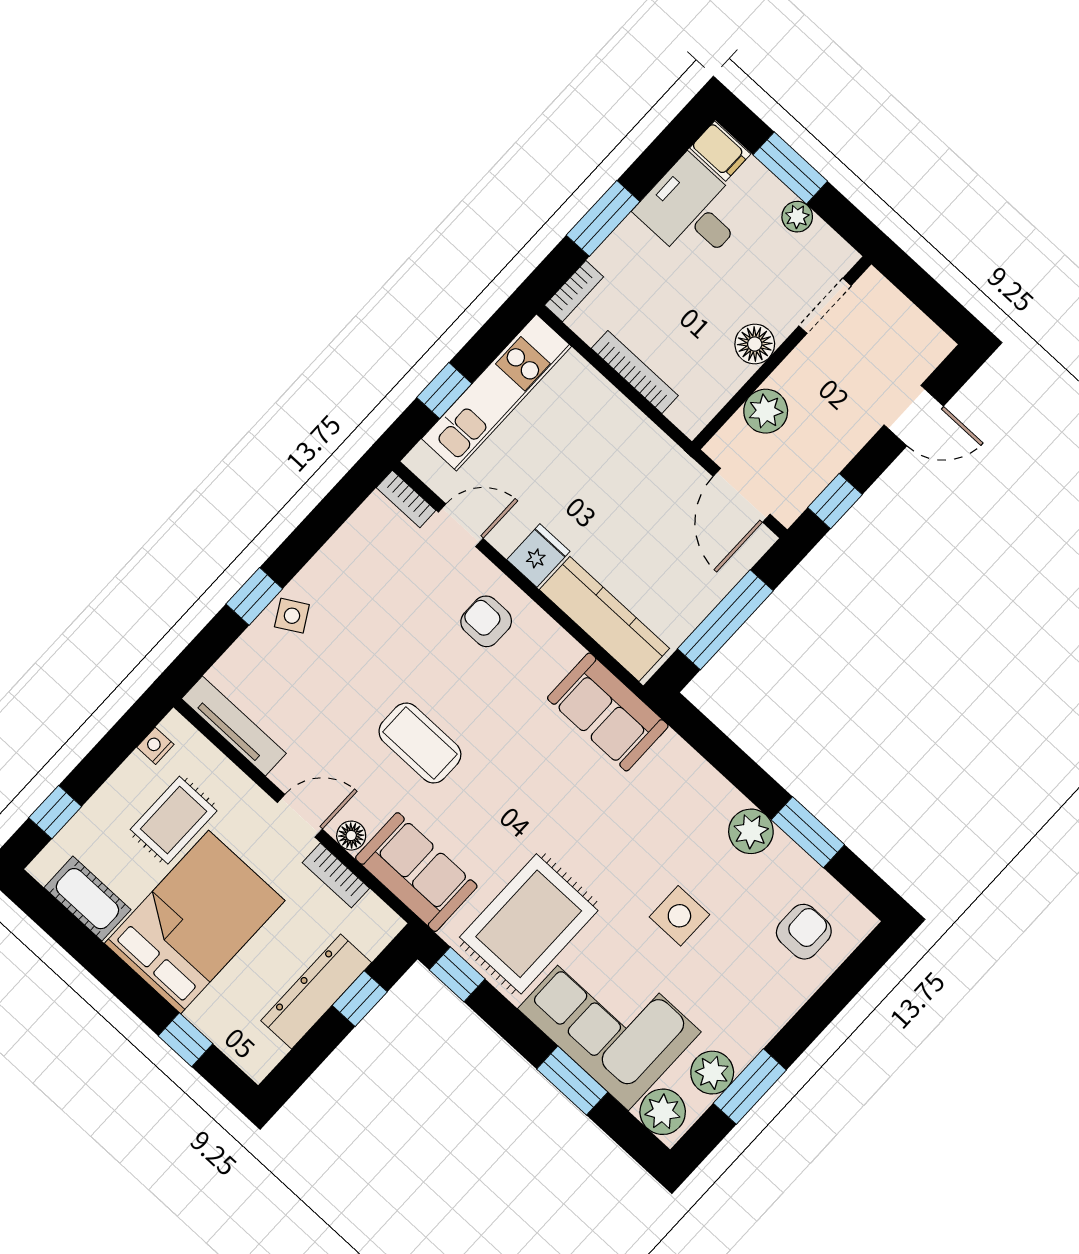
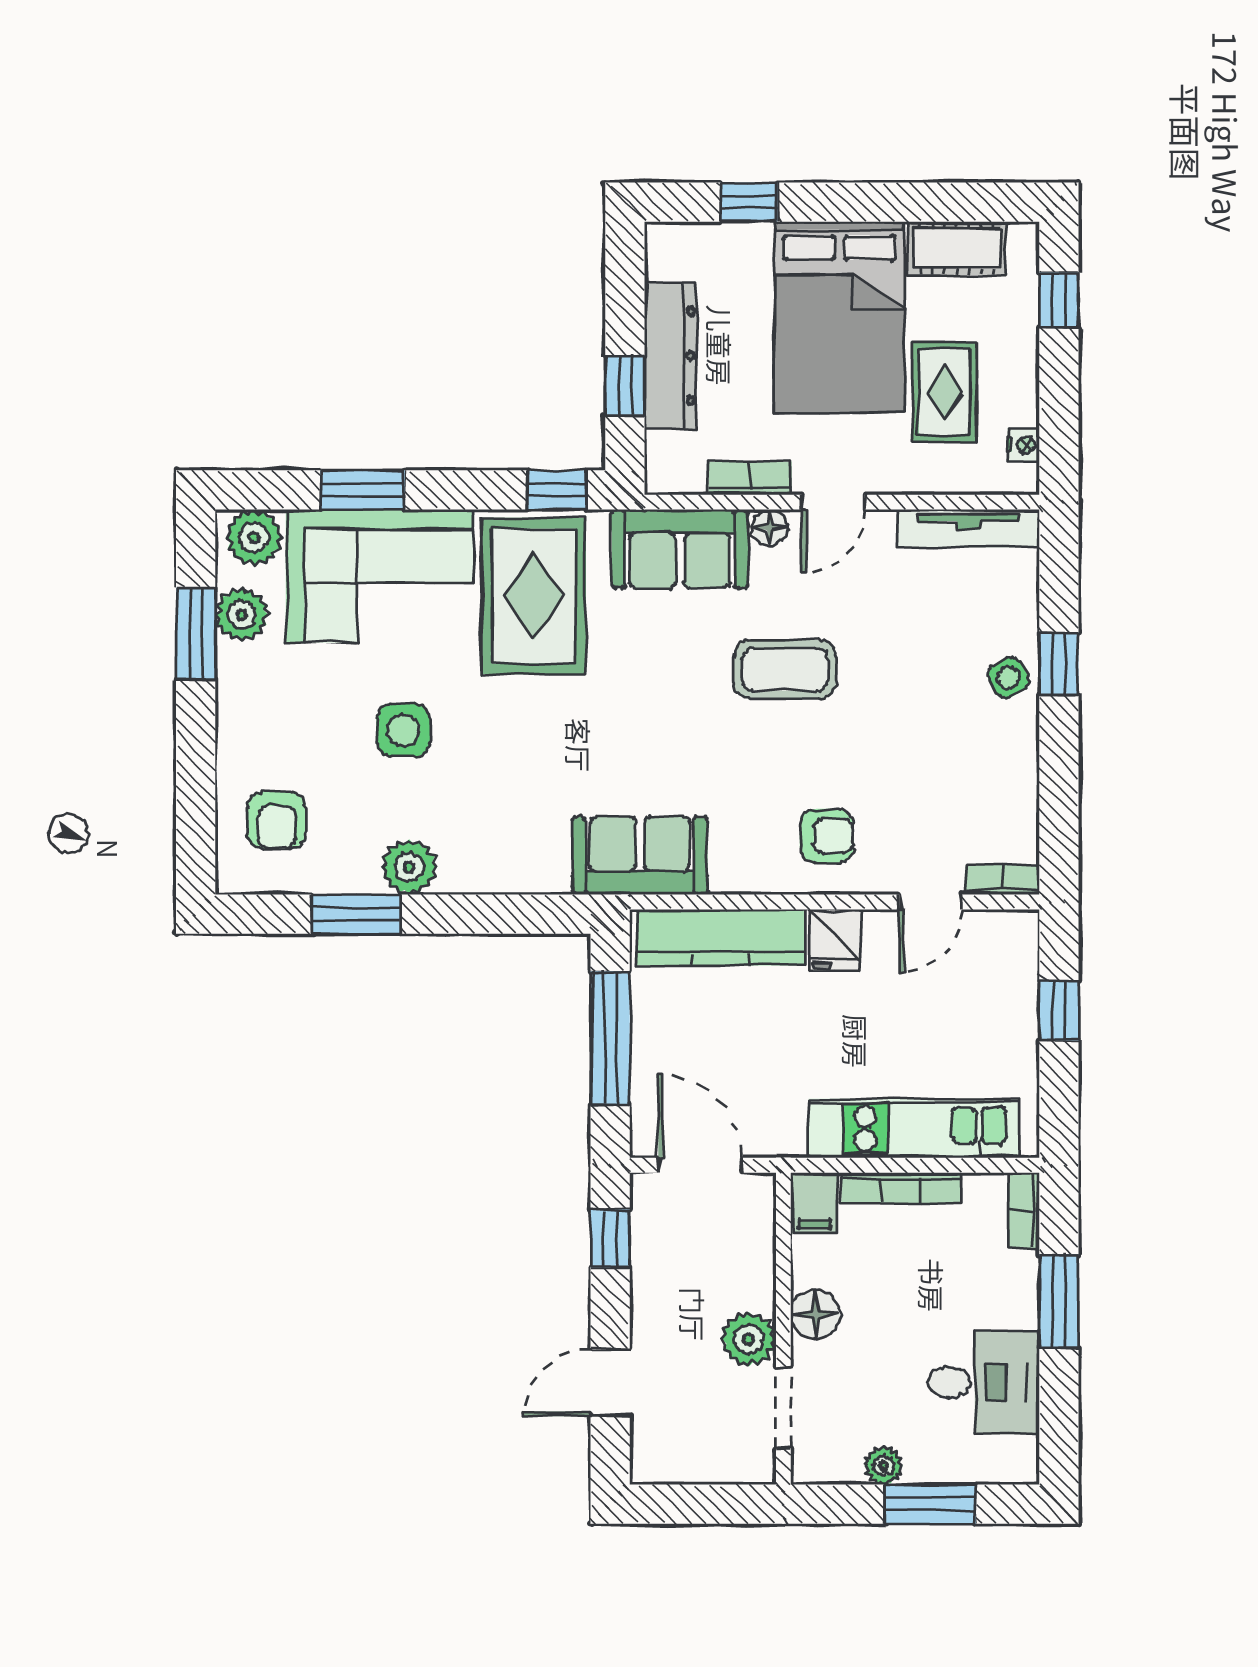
filing cabinet: (720, 151) -> (815, 1203), moved, turned -90
kitchen unit: (496, 393) -> (914, 1128), moved, turned 90
plant: (766, 411) -> (749, 1339), moved

